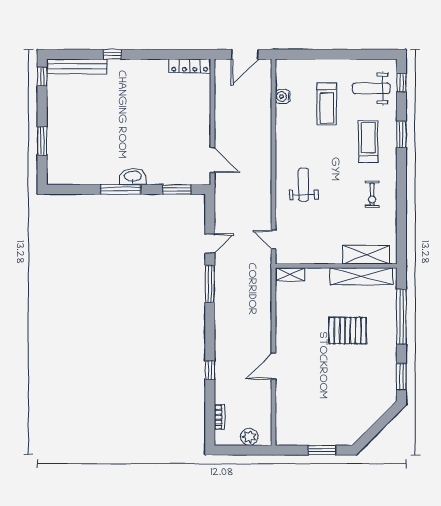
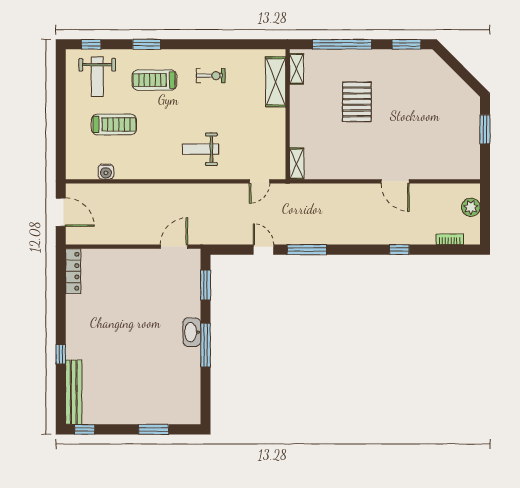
shelving: (361, 276) -> (296, 69), width x0.45, depth x0.75

